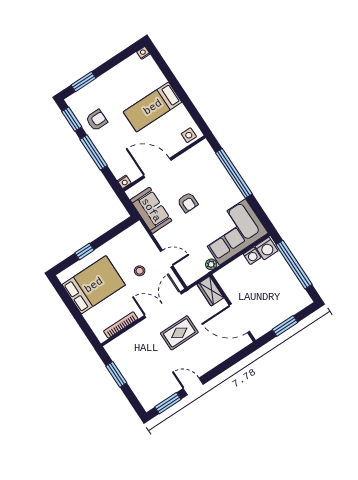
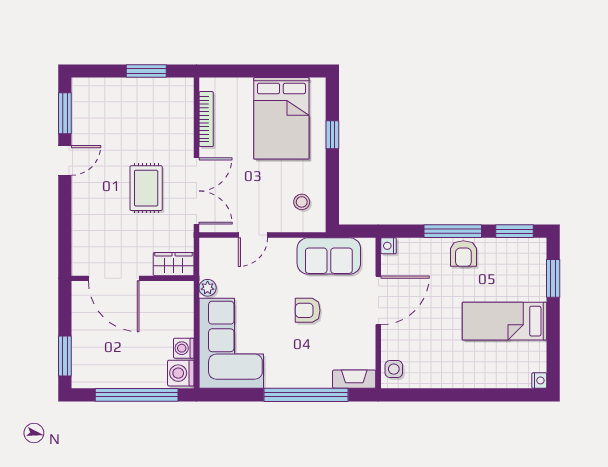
bed: (153, 107) -> (505, 321), moved, turned -90
armchair: (97, 120) -> (463, 254), moved
fireplace: (208, 153) -> (354, 379), added
stool: (140, 271) -> (302, 202), moved
door: (239, 318) -> (114, 278), swing flipped
window: (285, 326) -> (65, 356), moved

